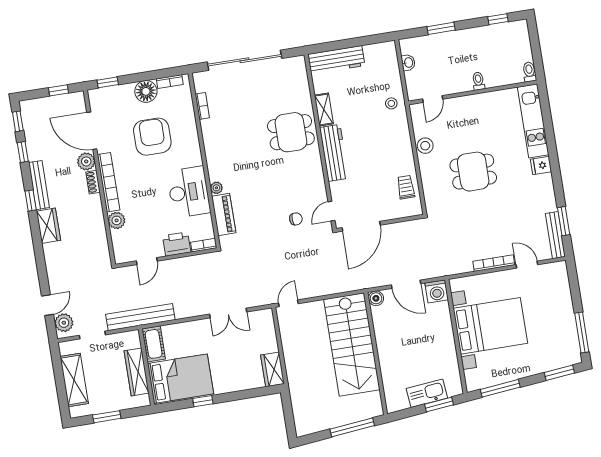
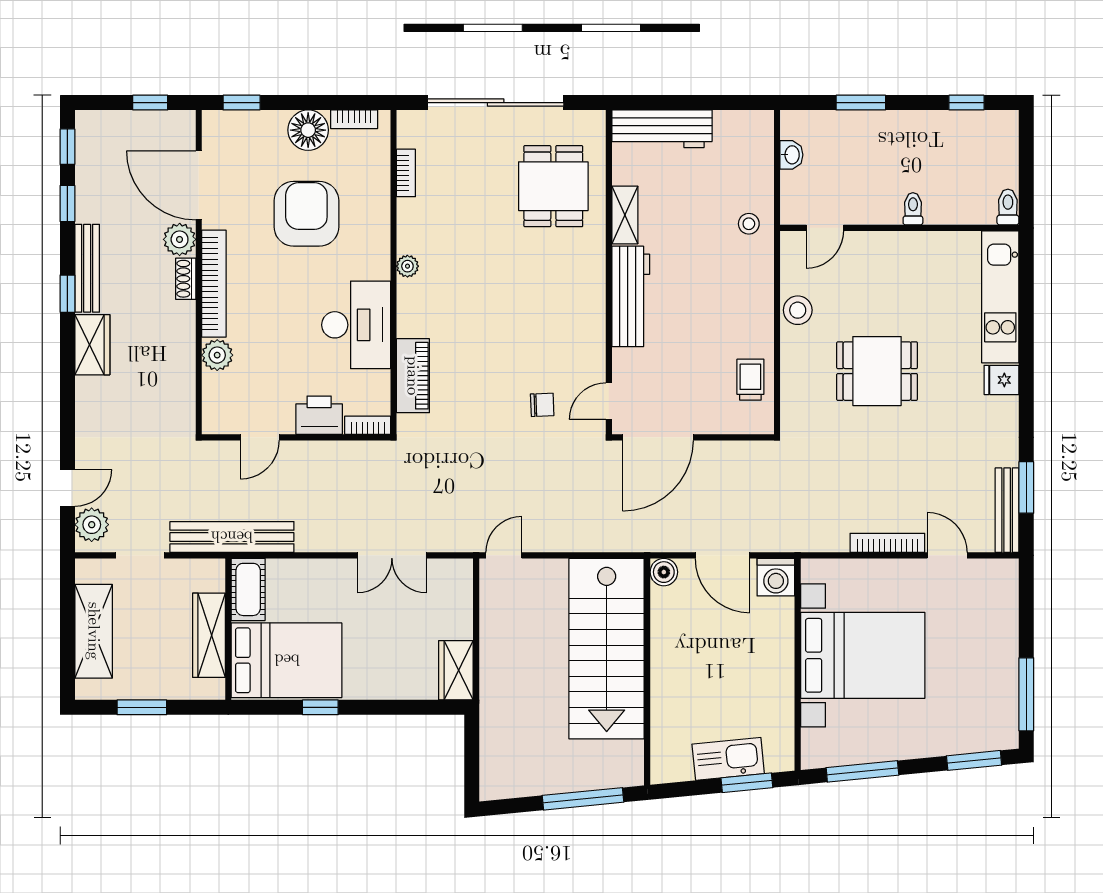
dining table: (291, 132) -> (553, 186), moved, turned 90
plant: (216, 188) -> (407, 266), moved

